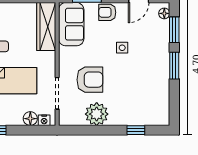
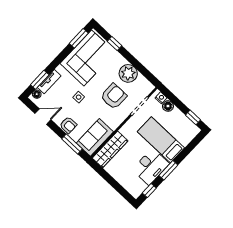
tv unit: (164, 36) -> (49, 82), added
window: (174, 66) -> (79, 38), moved
armchair: (90, 80) -> (114, 96), turned 90
corner sofa: (148, 93) -> (88, 58), added

